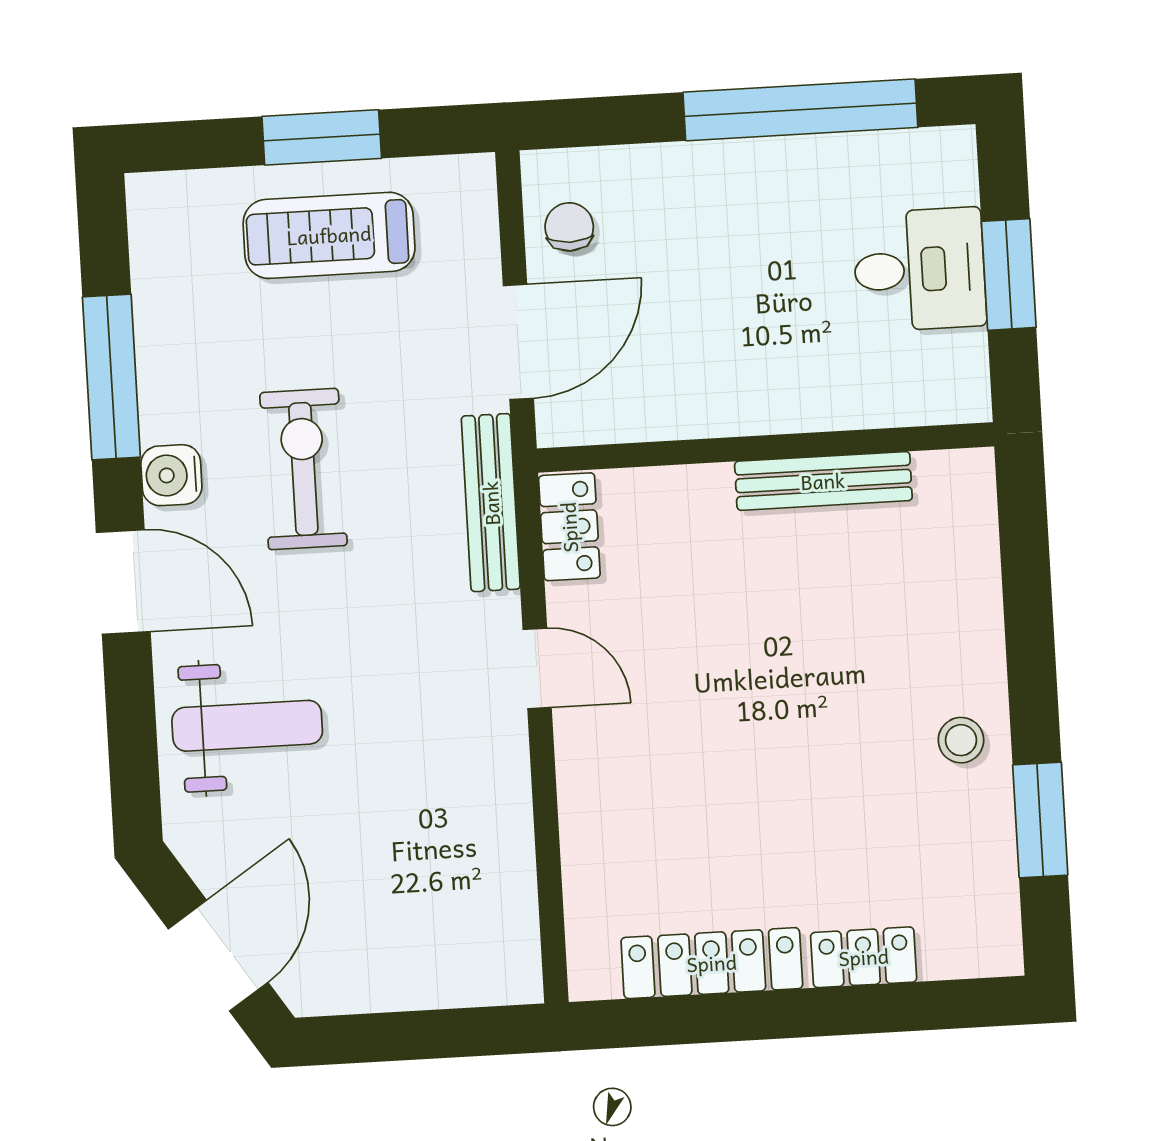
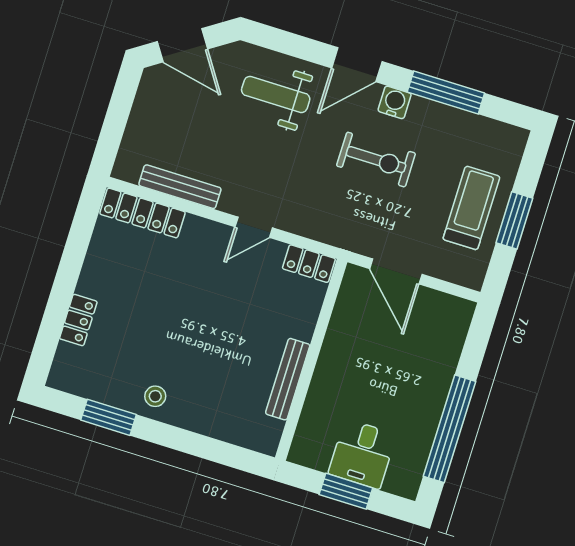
chair: (569, 227) -> (437, 312), removed
bench: (491, 503) -> (180, 187), moved
weight bench: (247, 726) -> (276, 95), turned 90
locker: (712, 963) -> (143, 213), moved, turned 90

